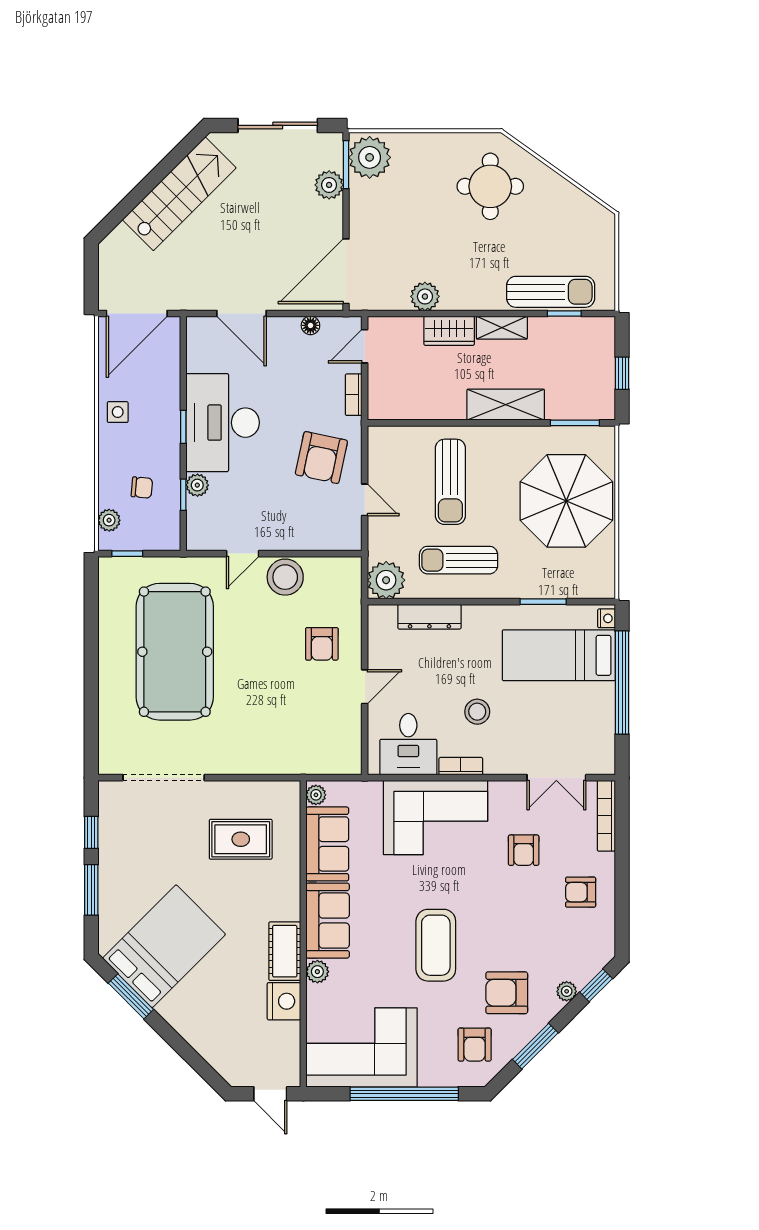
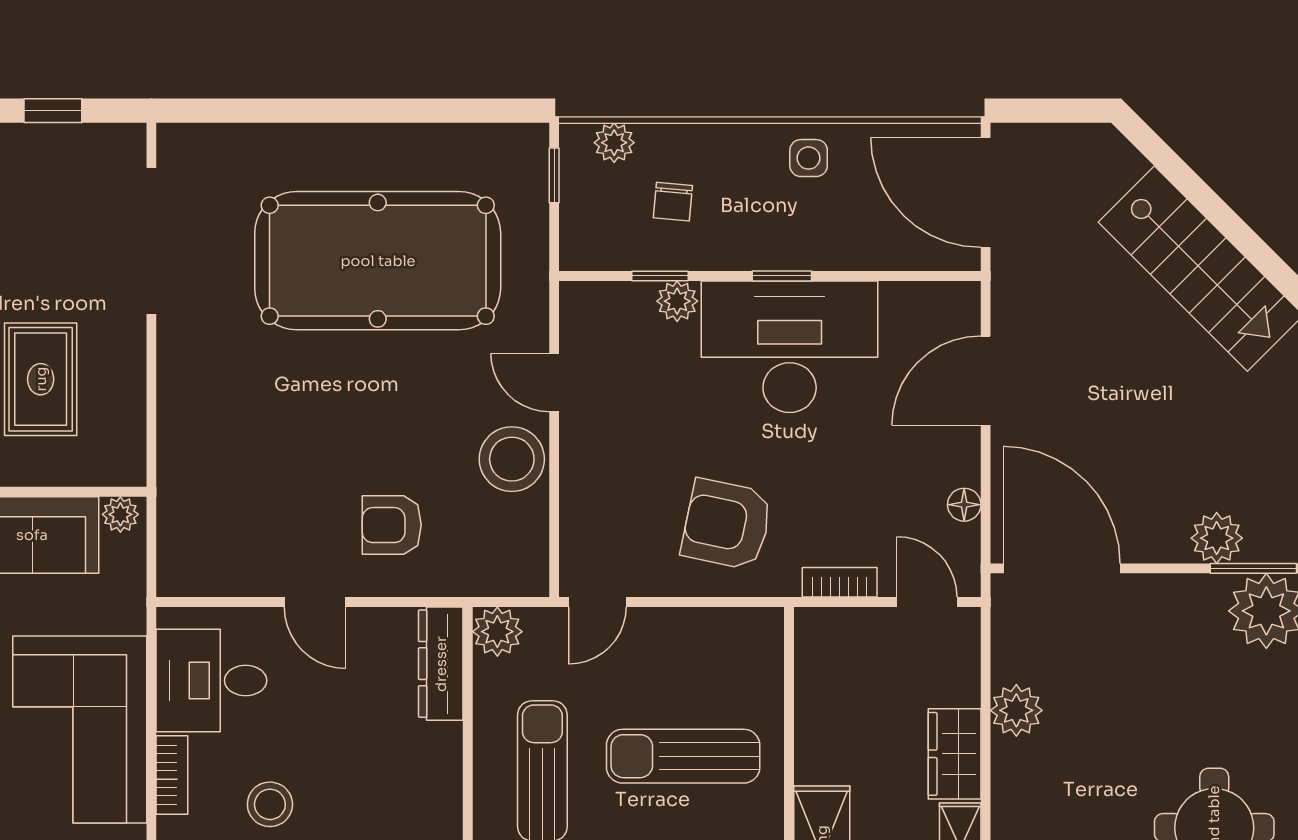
door: (365, 500) -> (597, 602), moved
plant: (386, 580) -> (497, 632), width x0.73, depth x0.73
dresser: (429, 617) -> (441, 664), moved

